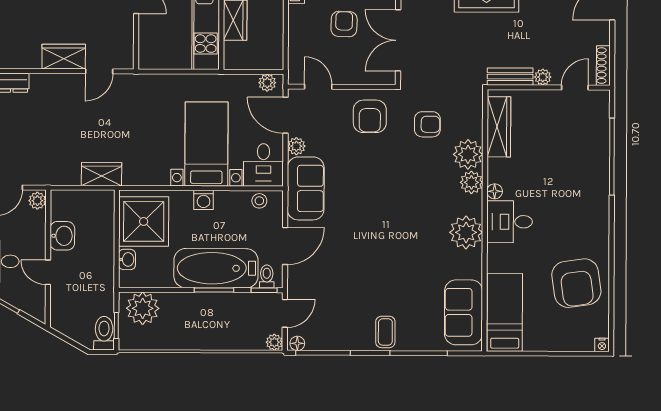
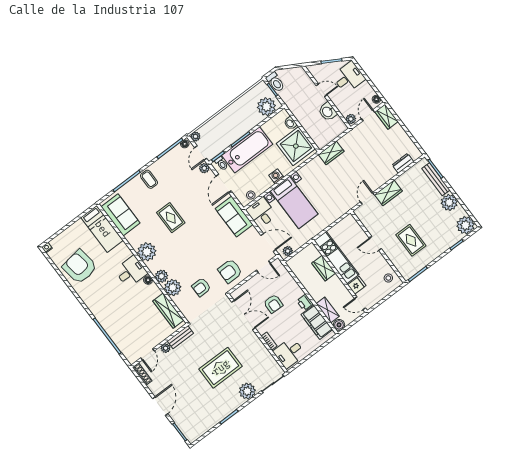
armchair: (370, 116) -> (230, 271), turned -90
plant: (296, 146) -> (204, 168), moved
rug: (396, 255) -> (171, 218), added

